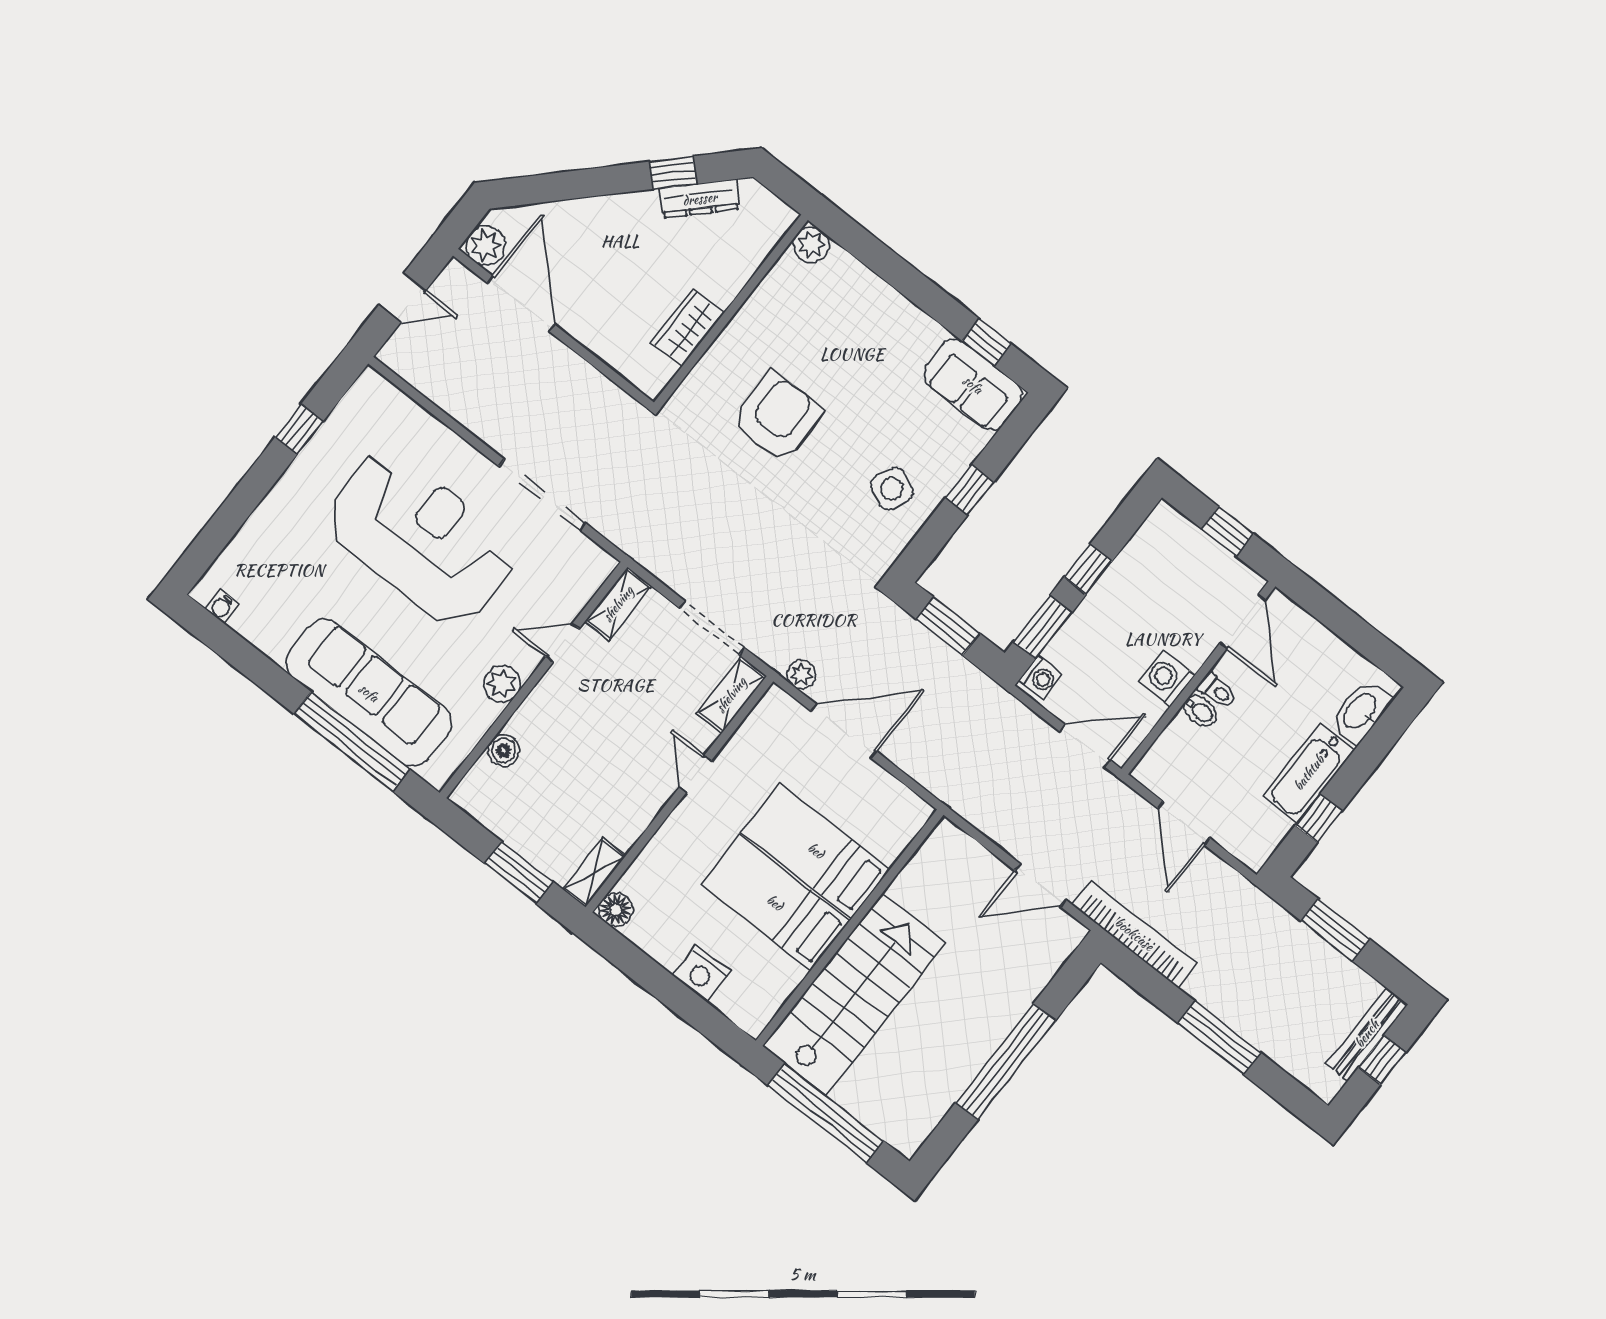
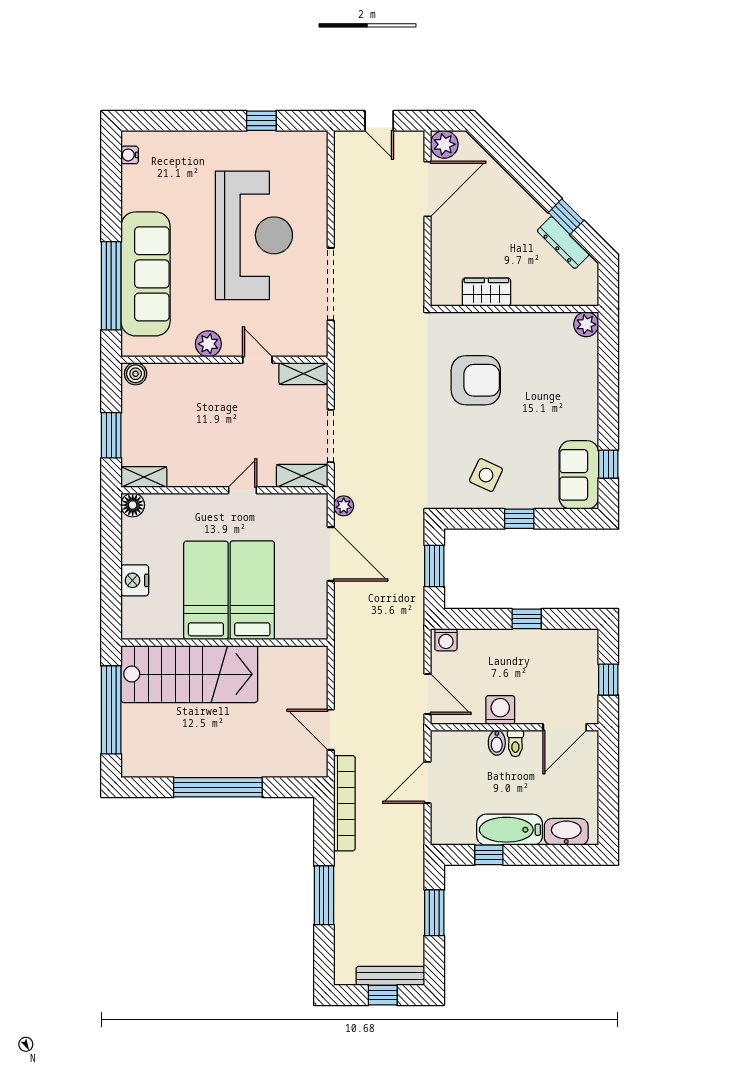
window: (1042, 627) -> (475, 619), removed
boiler: (504, 750) -> (136, 374), moved

